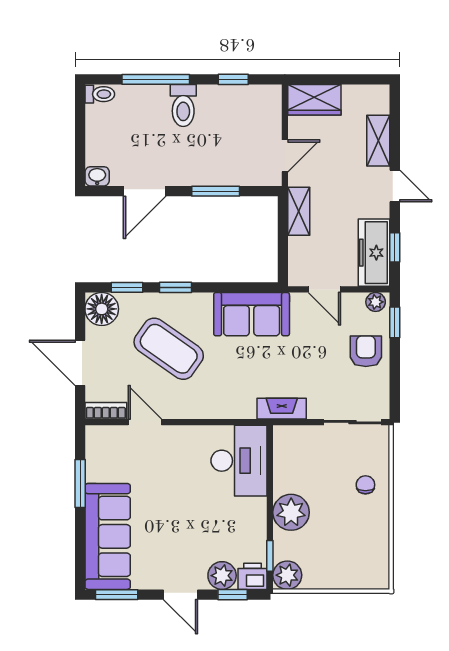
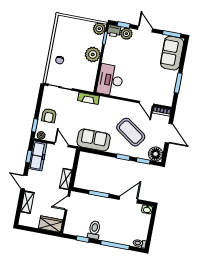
toilet: (183, 105) -> (94, 230), moved
sofa: (108, 536) -> (172, 53), width x0.73

